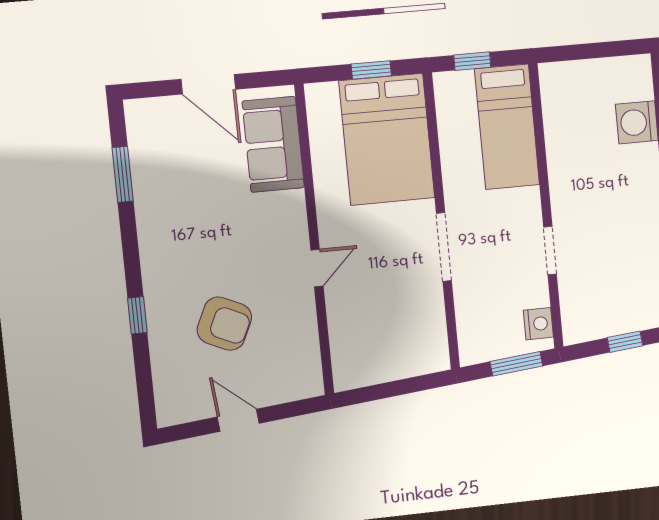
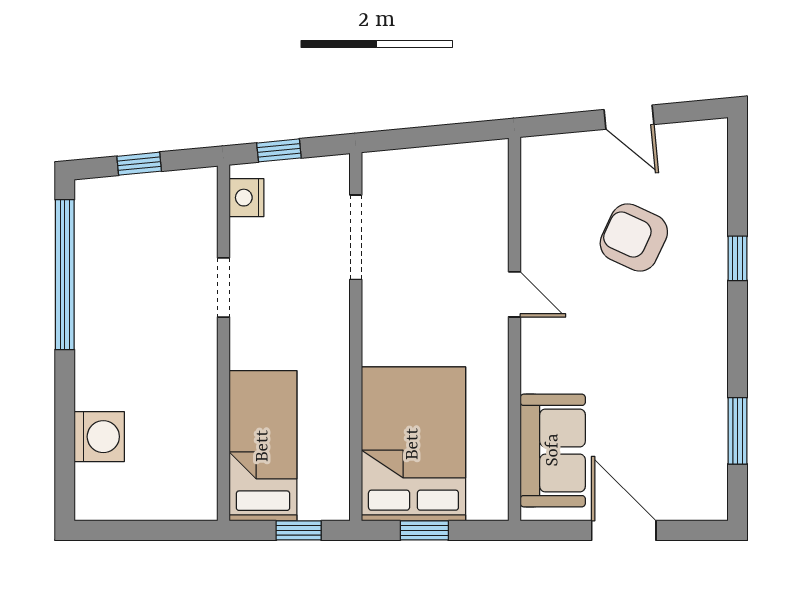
doorway: (444, 247) -> (356, 237), moved
door: (317, 268) -> (515, 294), swing flipped
window: (516, 364) -> (279, 150), width x0.67

